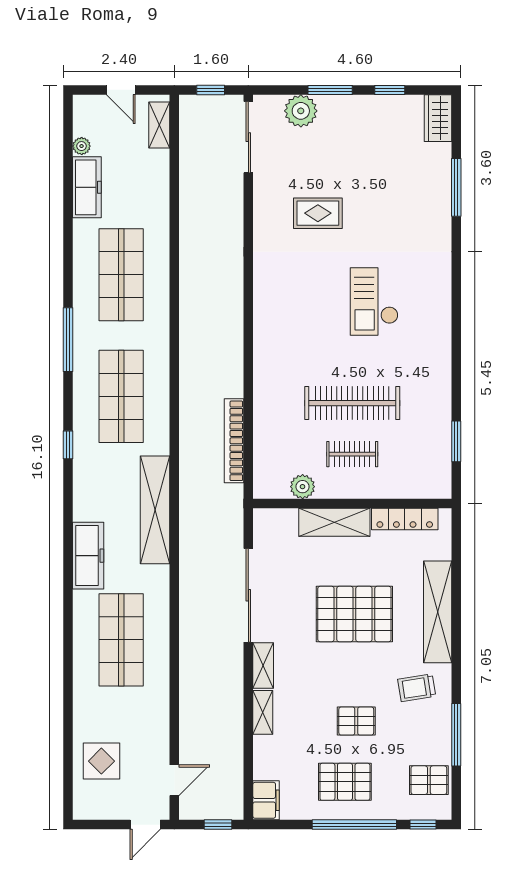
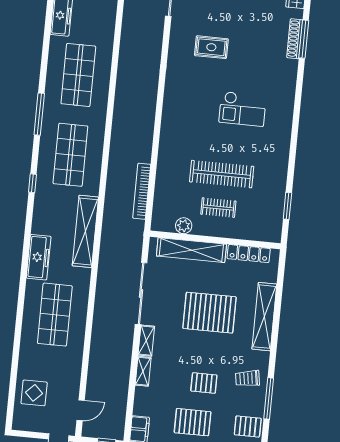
shoe rack: (442, 188) -> (295, 39), added
checkout: (374, 302) -> (243, 109), turned -90
shelving: (334, 522) -> (191, 250), width x1.47
trolley: (417, 688) -> (248, 378), moved

